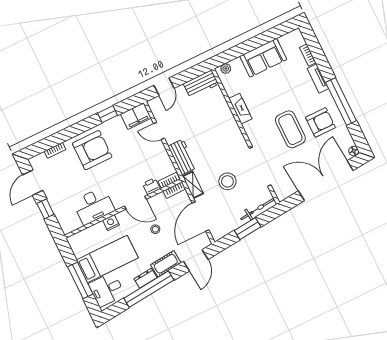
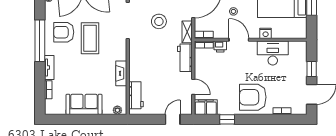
workbench: (201, 84) -> (136, 95), moved, turned 90

